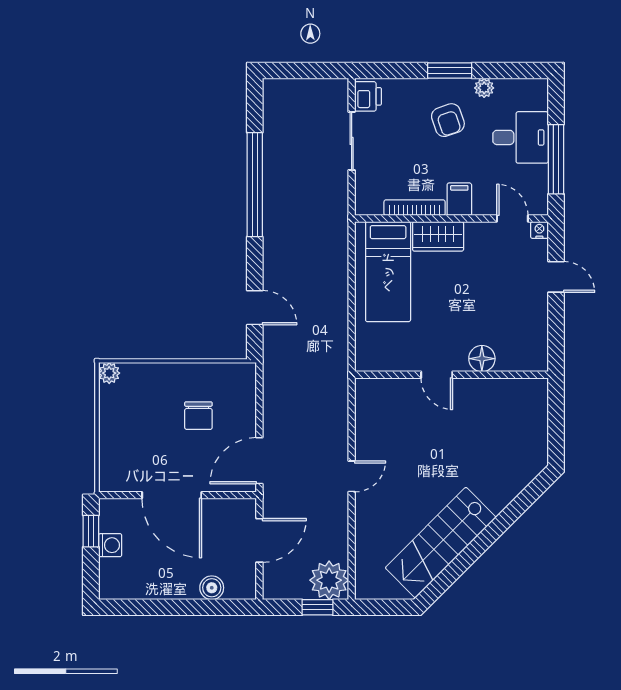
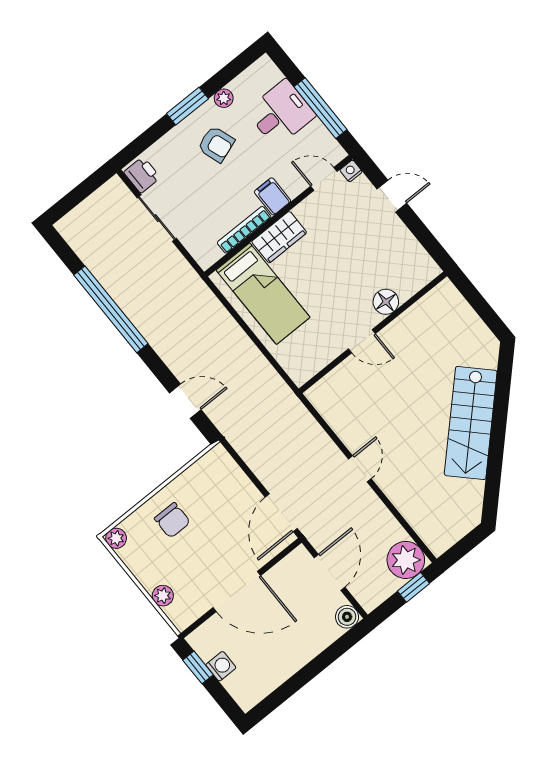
chair: (198, 416) -> (172, 520), moved
plant: (109, 450) -> (163, 596), added
stairs: (441, 543) -> (471, 423), moved
boiler: (212, 588) -> (347, 617), moved

